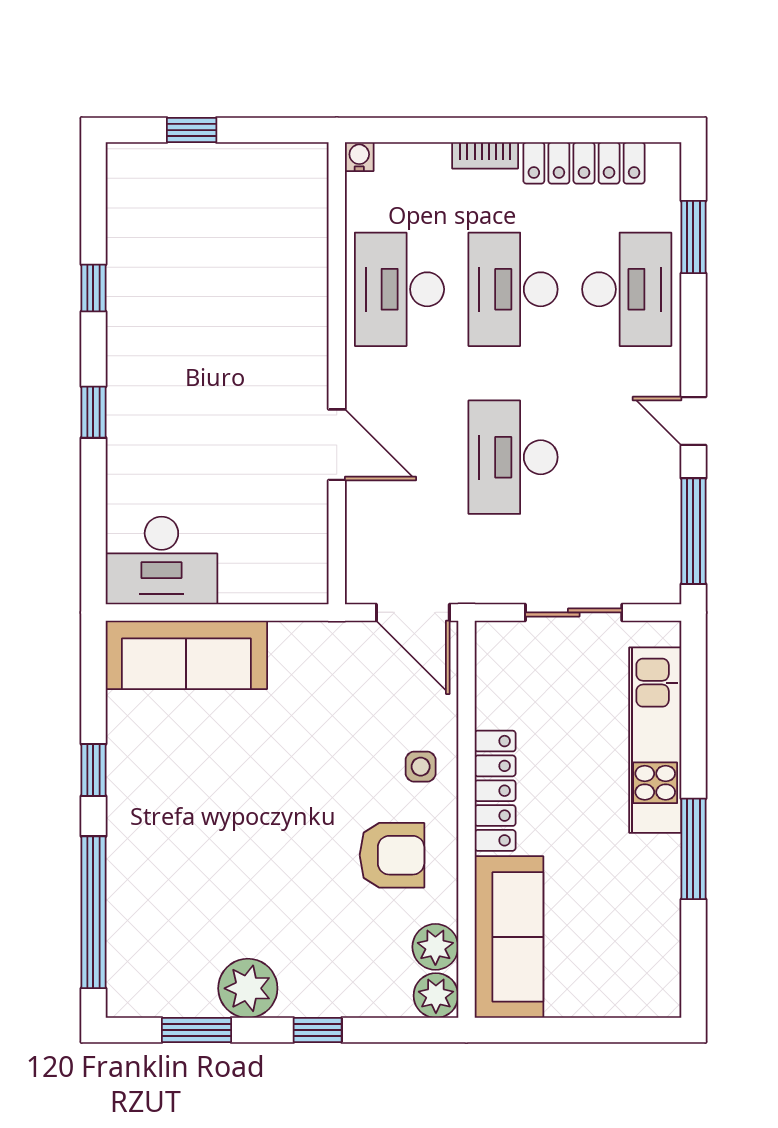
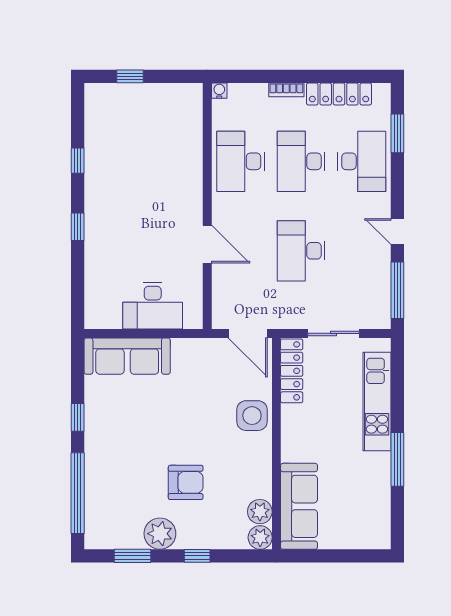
desk: (161, 560) -> (153, 306), moved
side table: (421, 767) -> (252, 416), width x1.87, depth x1.87
locker: (495, 791) -> (292, 371), moved
armchair: (392, 855) -> (186, 482), moved

